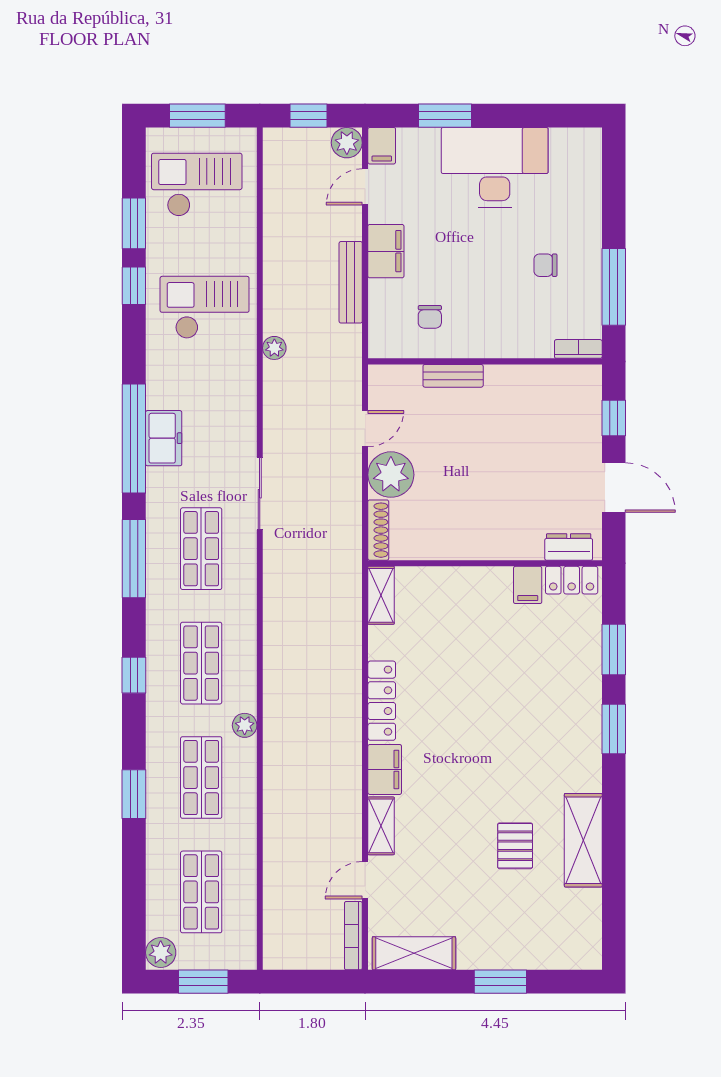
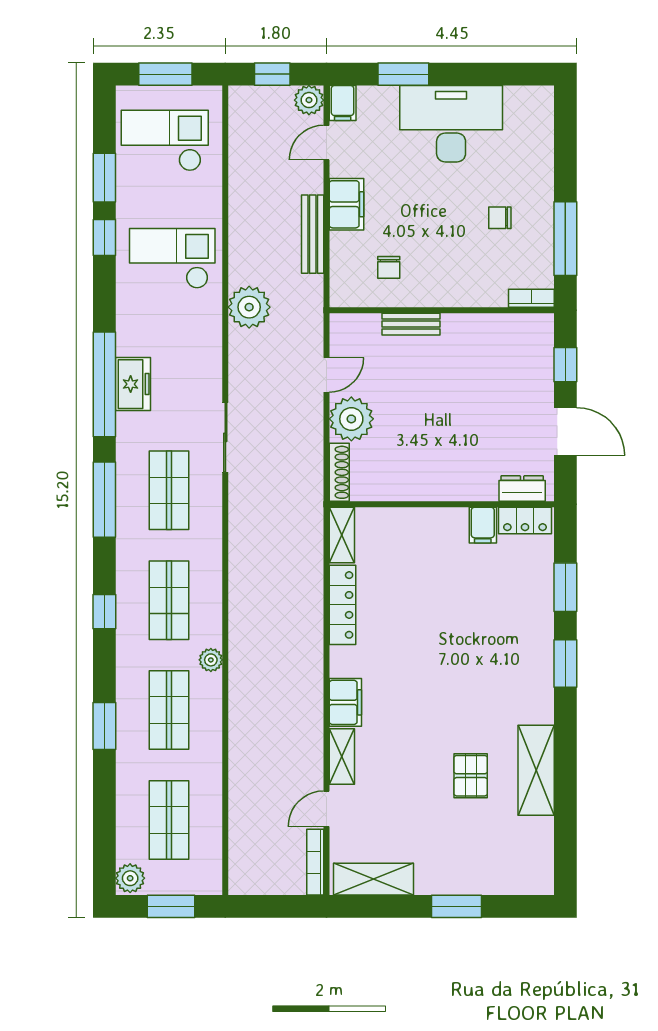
plant: (274, 348) -> (249, 307), width x1.88, depth x1.88
locker: (382, 701) -> (342, 605), moved

